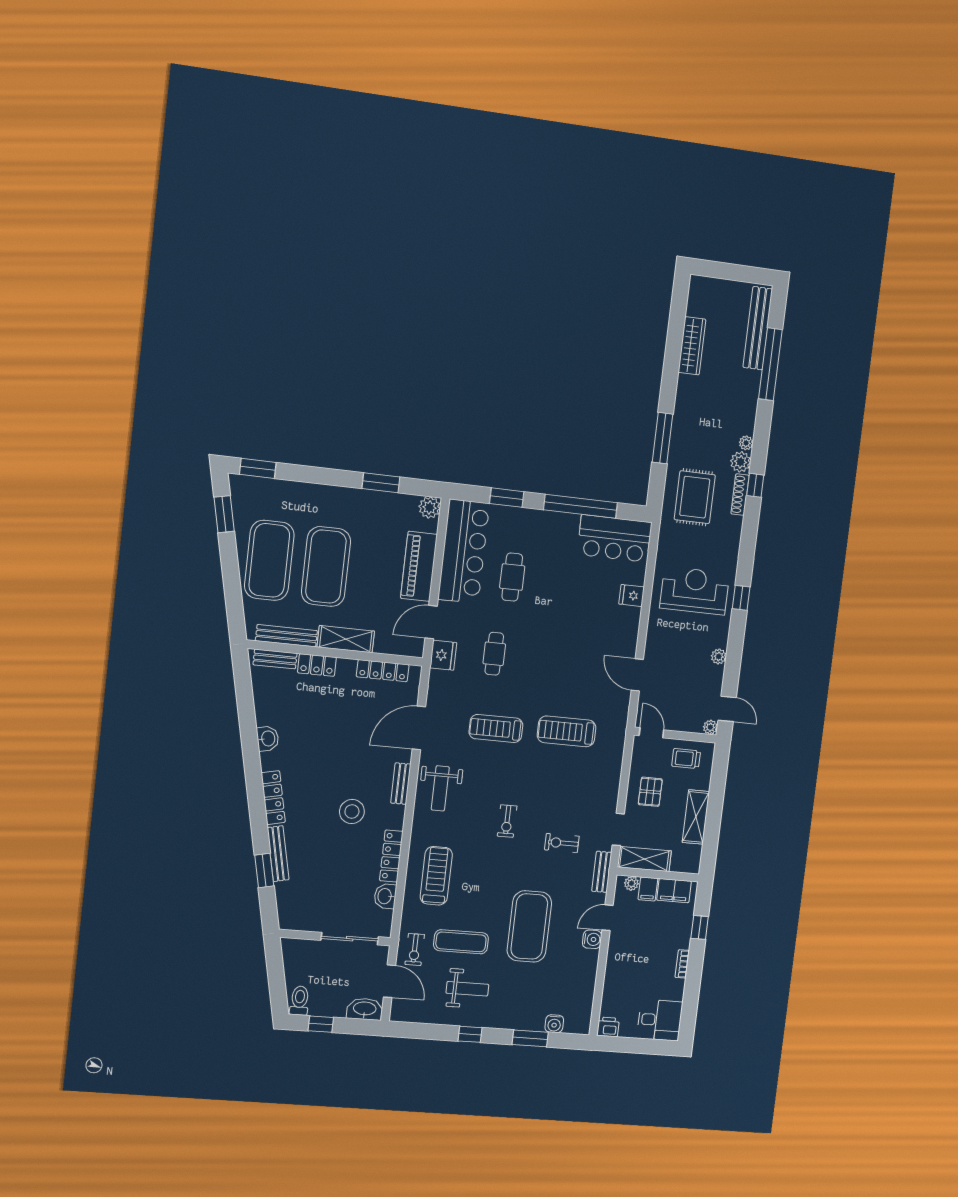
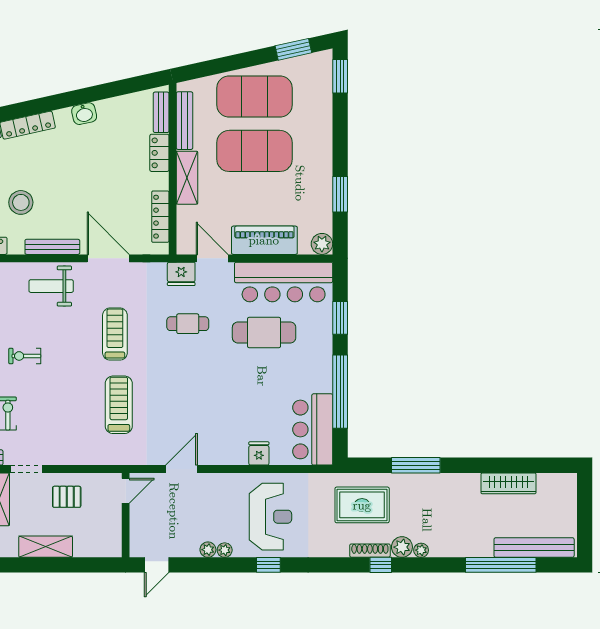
cafe table: (512, 577) -> (264, 332), width x1.37, depth x1.35
plant: (710, 727) -> (225, 550), moved
trolley: (686, 759) -> (103, 529), removed
bench: (401, 784) -> (52, 247), width x1.36

